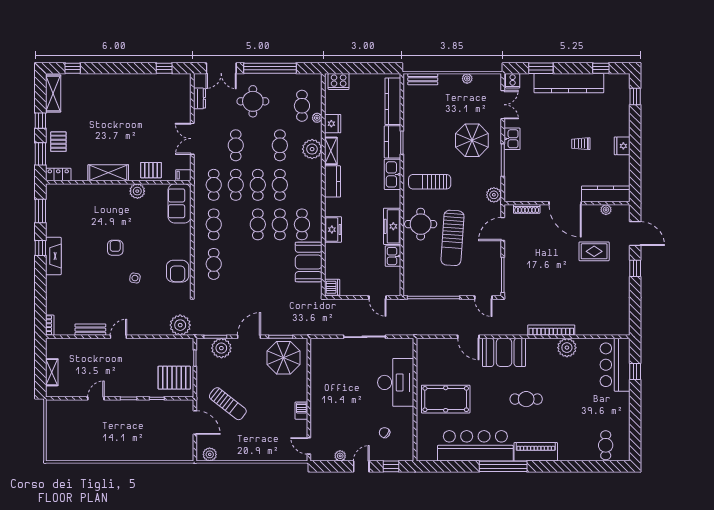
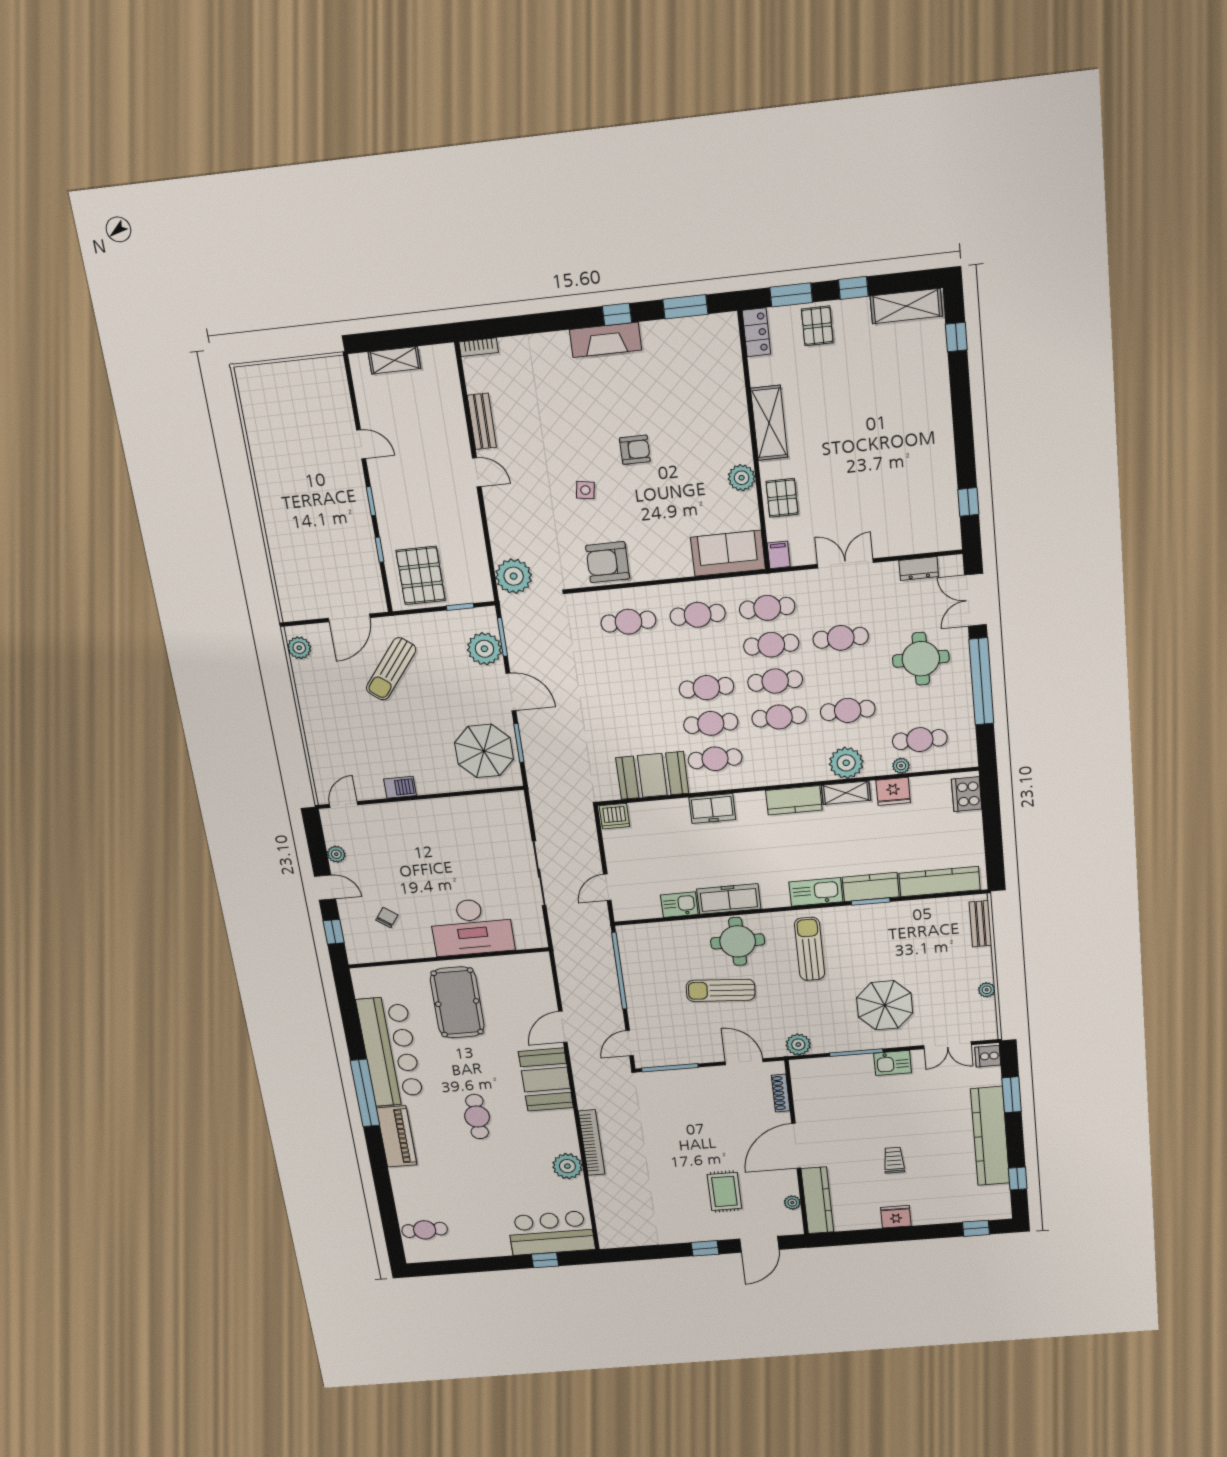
pallet: (58, 142) -> (817, 326), turned 90
sun lounger: (452, 238) -> (721, 990), width x0.73, depth x0.75

